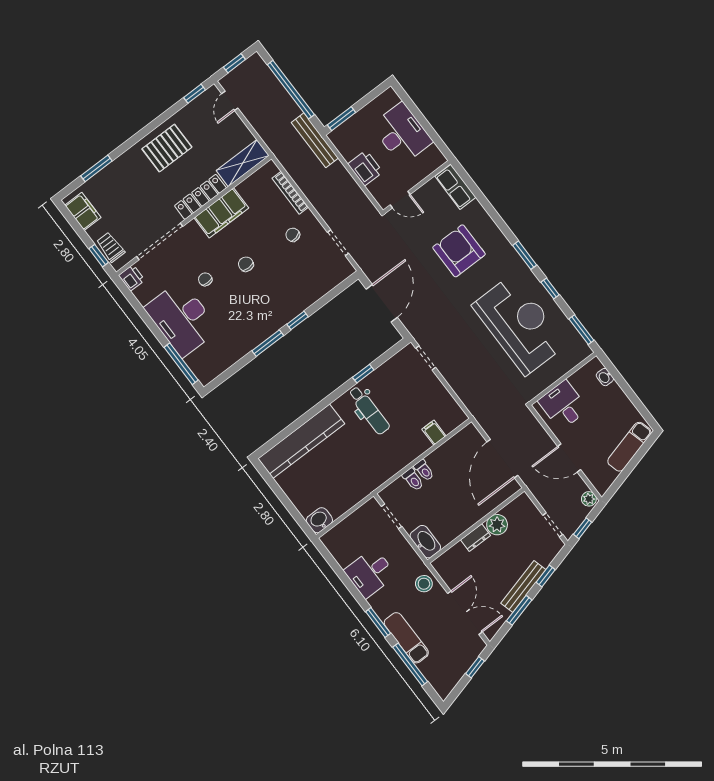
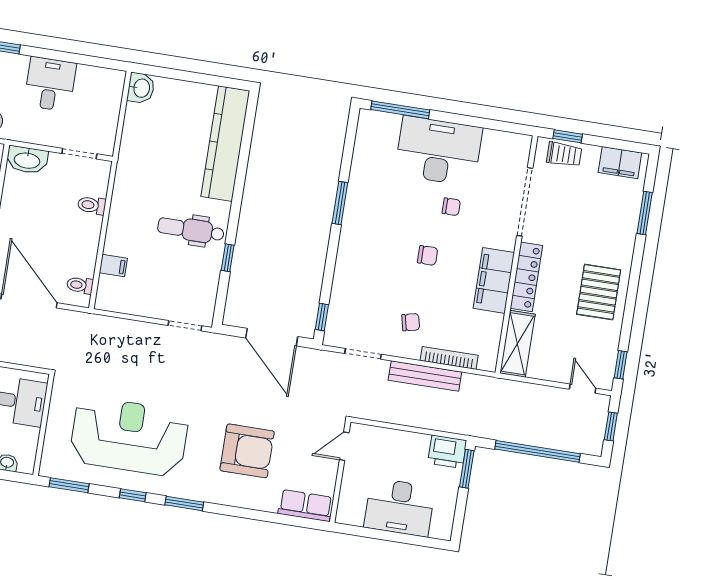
bench: (315, 140) -> (425, 376), moved
printer: (365, 168) -> (447, 452), moved
printer: (132, 278) -> (519, 145), removed
window: (298, 320) -> (322, 317), moved
reception desk: (519, 325) -> (129, 436), turned 180
toilet: (424, 470) -> (80, 285), moved

